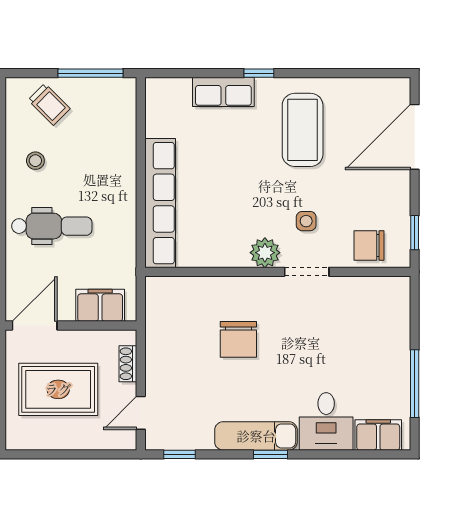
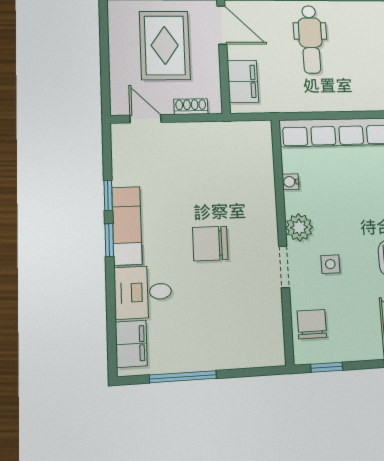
stool: (35, 161) -> (366, 26), removed
water cooler: (214, 259) -> (291, 182), added
chair: (238, 339) -> (210, 244), moved
window: (180, 454) -> (108, 195), moved

